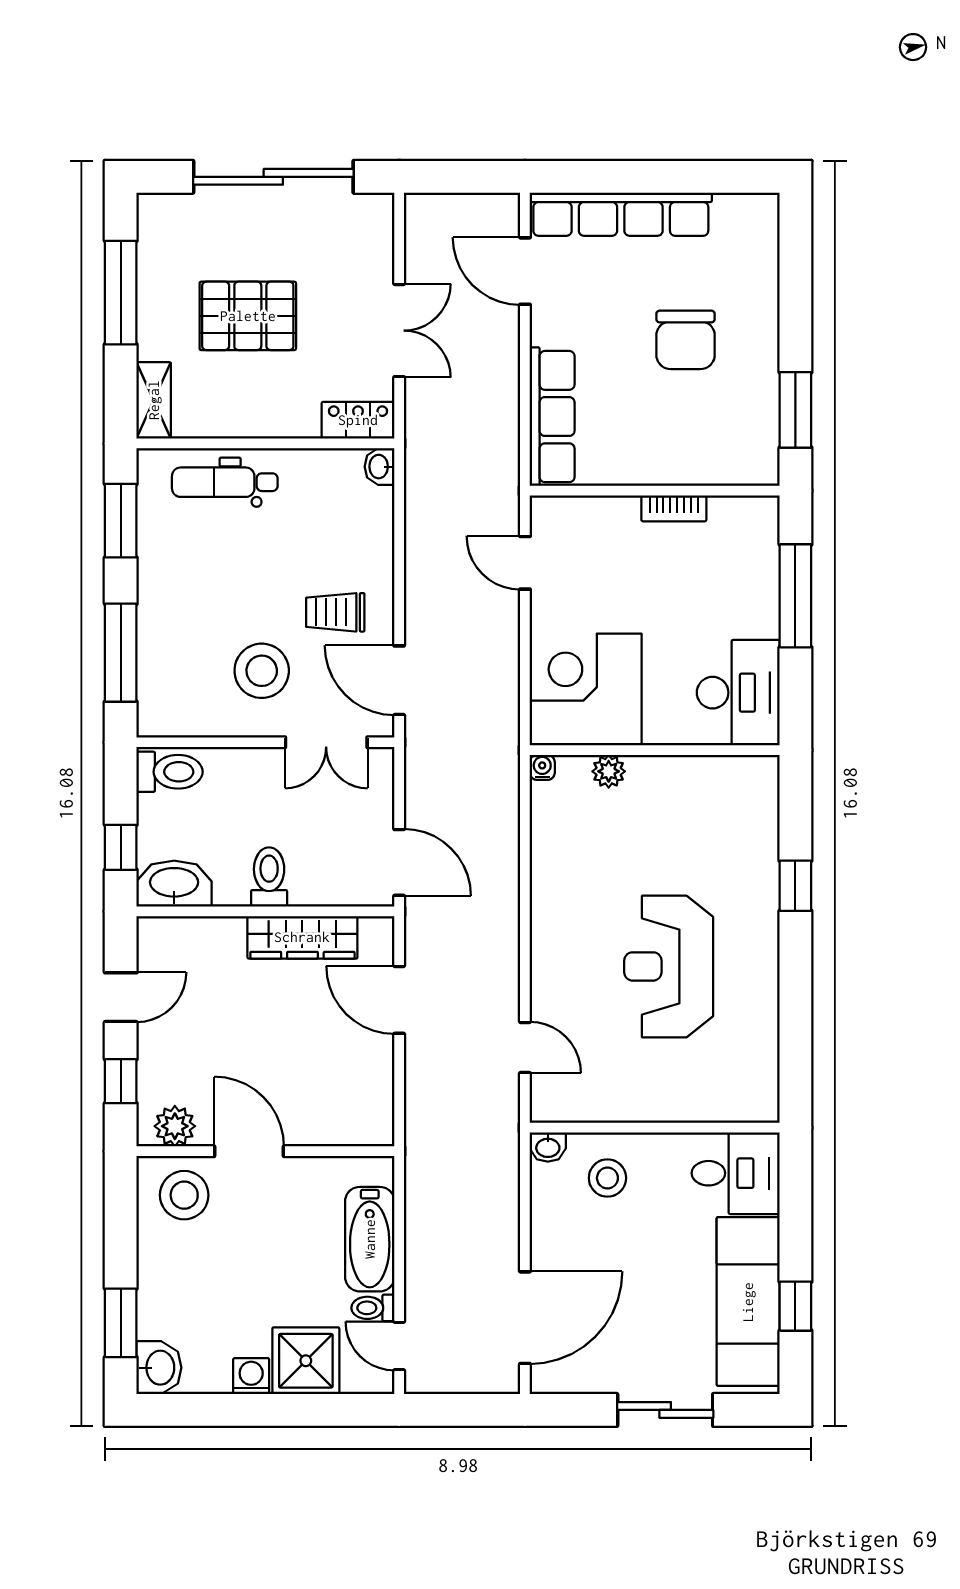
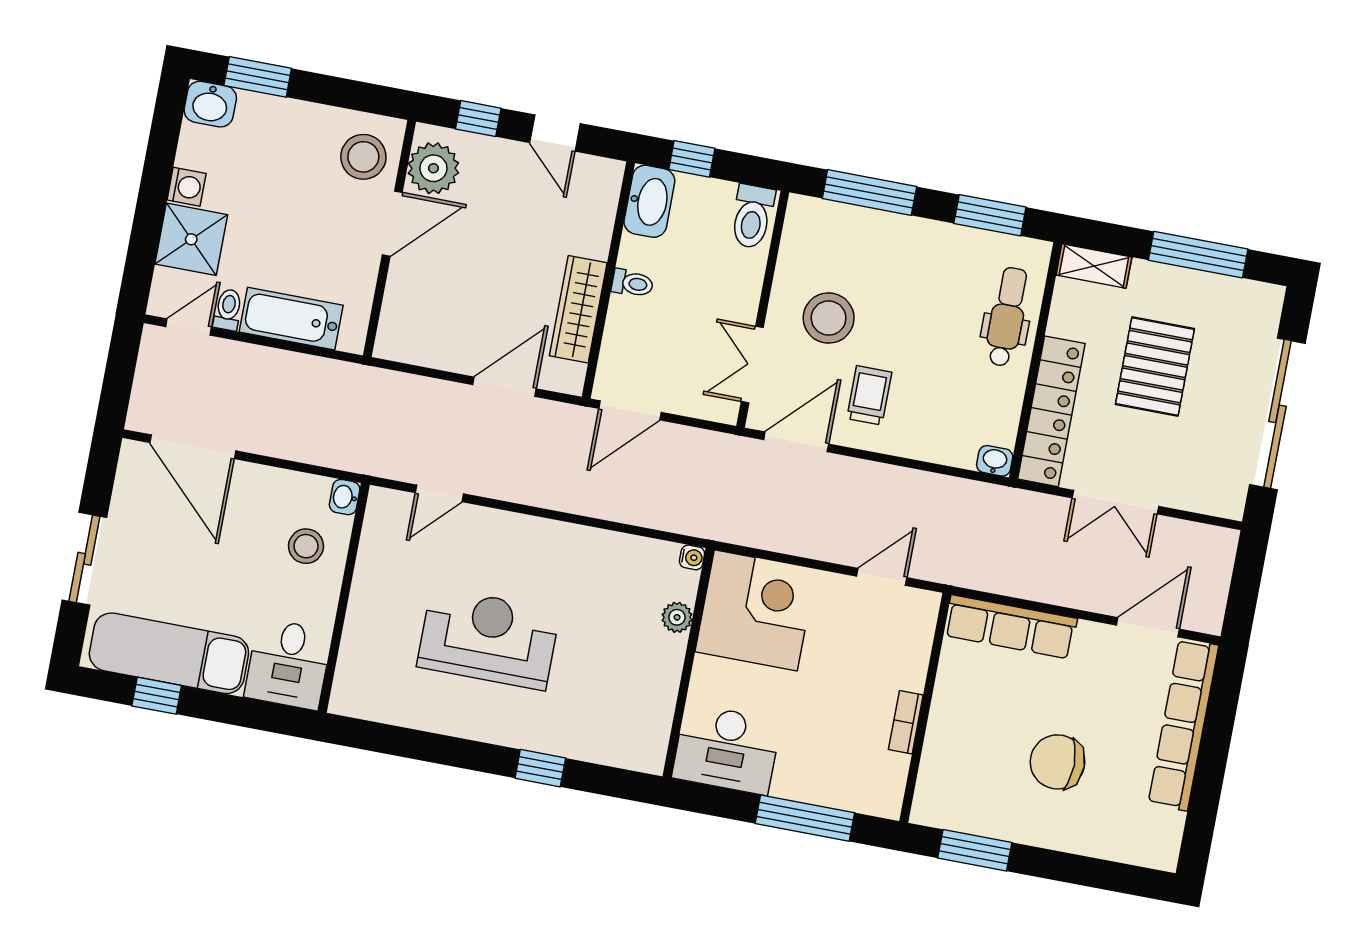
locker: (358, 420) -> (1051, 411), width x2.16, depth x1.21
toilet: (269, 877) -> (632, 283), width x0.73, depth x0.72
plant: (175, 1126) -> (433, 168), width x1.36, depth x1.36

